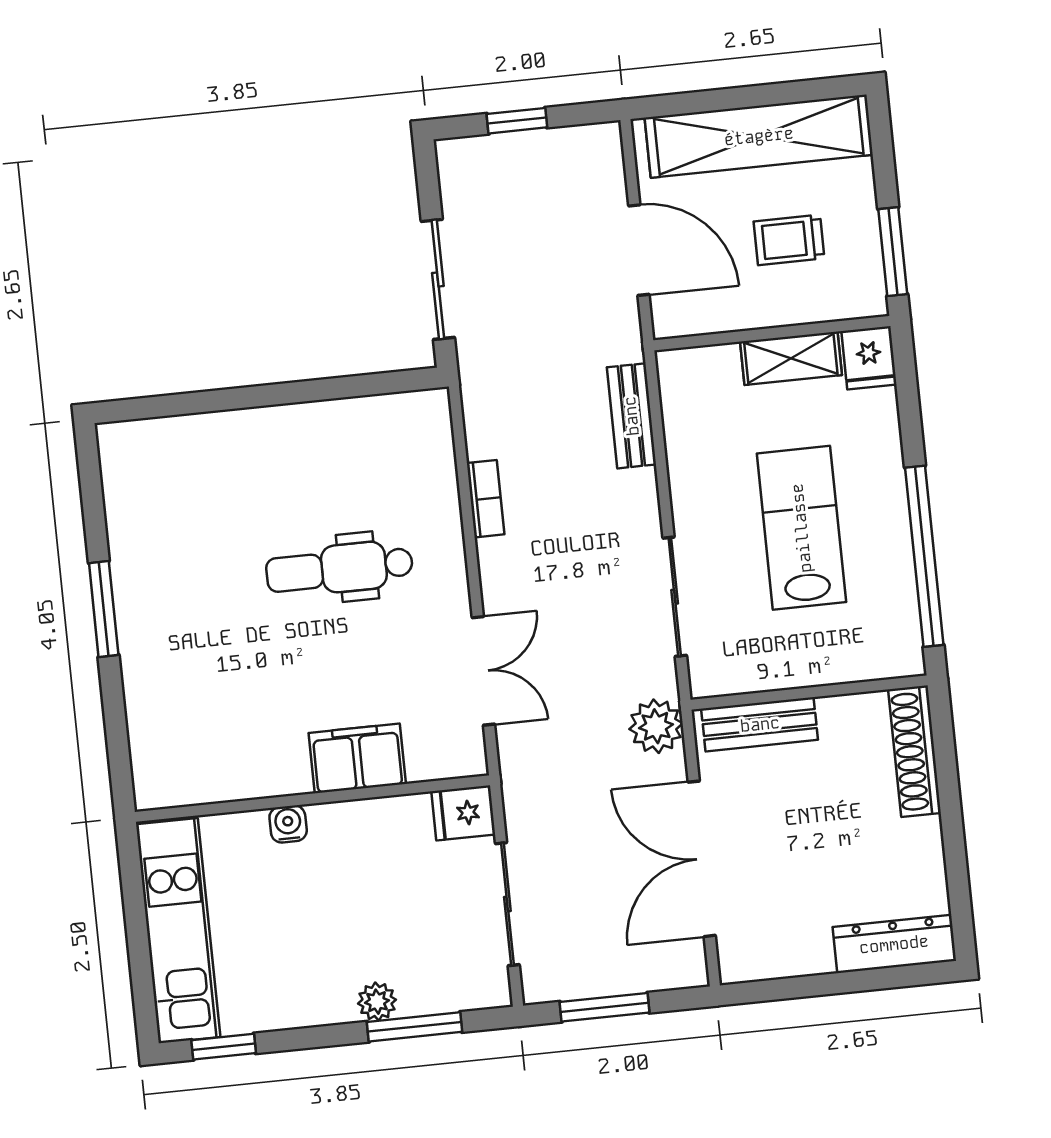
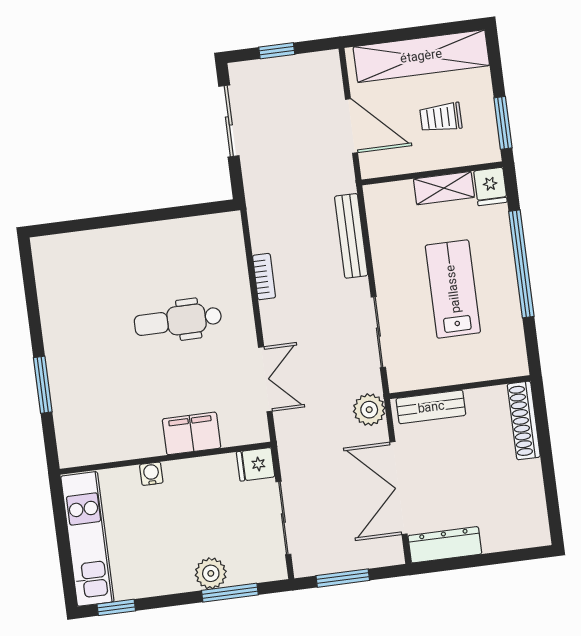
sliding door: (438, 279) -> (229, 121), moved
bench: (631, 416) -> (351, 236), width x1.36
window: (924, 556) -> (521, 264), moved
window: (104, 609) -> (43, 385), moved
dresser: (894, 944) -> (445, 545), moved
plant: (377, 1002) -> (211, 573), width x1.38, depth x1.38

